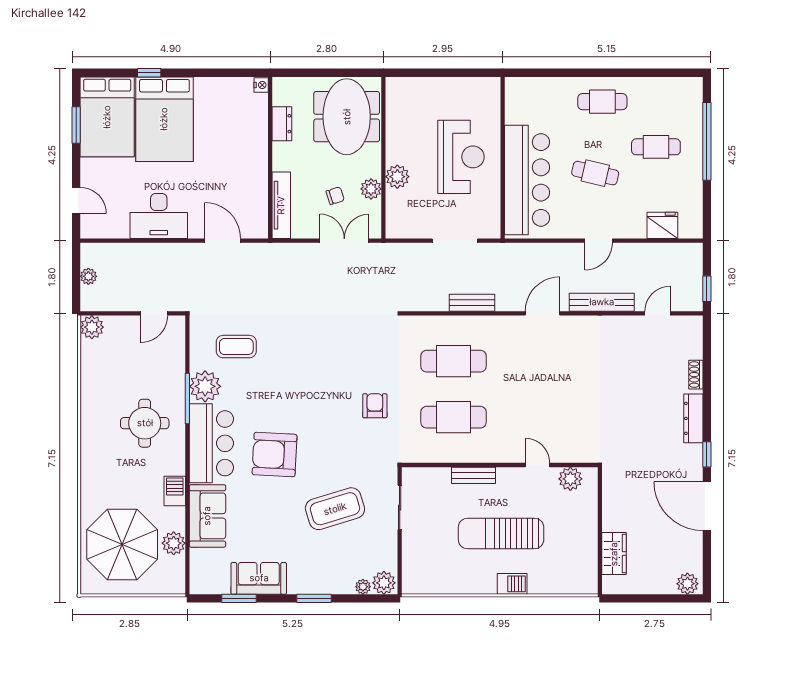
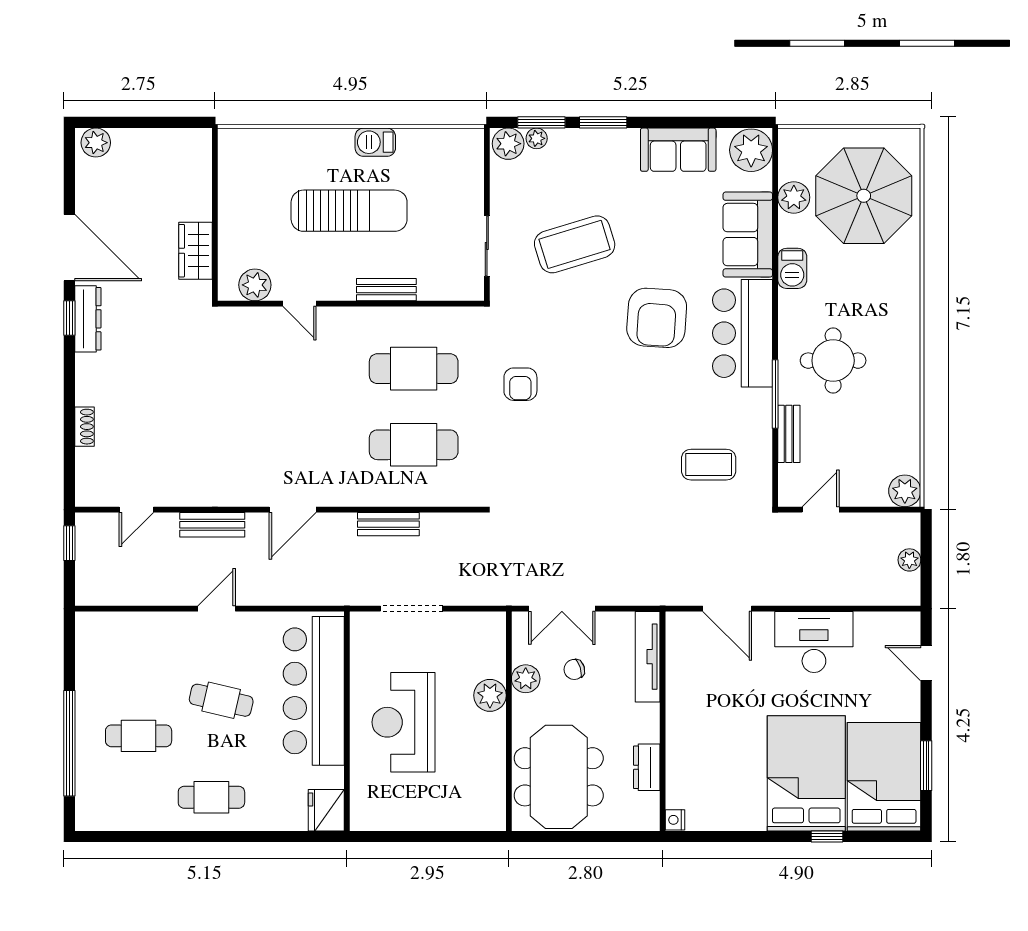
fridge: (662, 225) -> (326, 810), moved, turned 90
bench: (602, 302) -> (212, 525), width x0.73
bench: (177, 369) -> (789, 434), added
plant: (205, 386) -> (751, 150), moved
dresser: (693, 418) -> (88, 319), moved
armchair: (275, 455) -> (657, 318), turned 91
wardrobe: (614, 554) -> (196, 251), moved
barbecue: (512, 584) -> (375, 142), moved
window: (239, 598) -> (541, 122), moved

